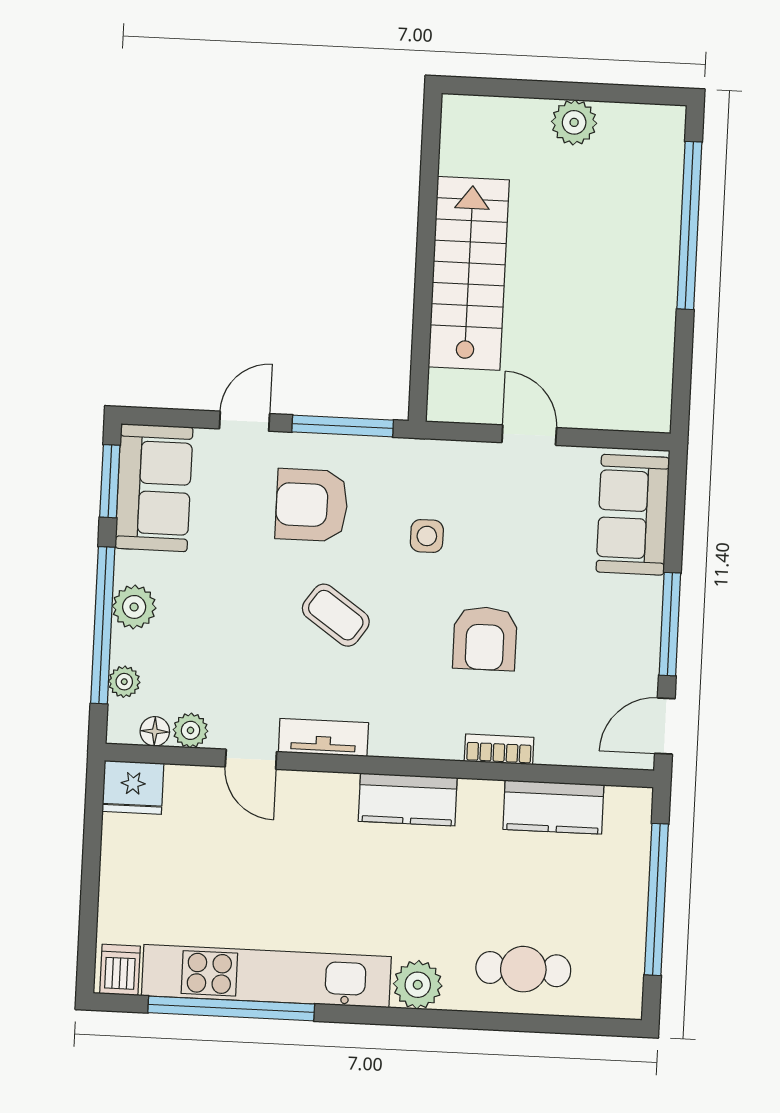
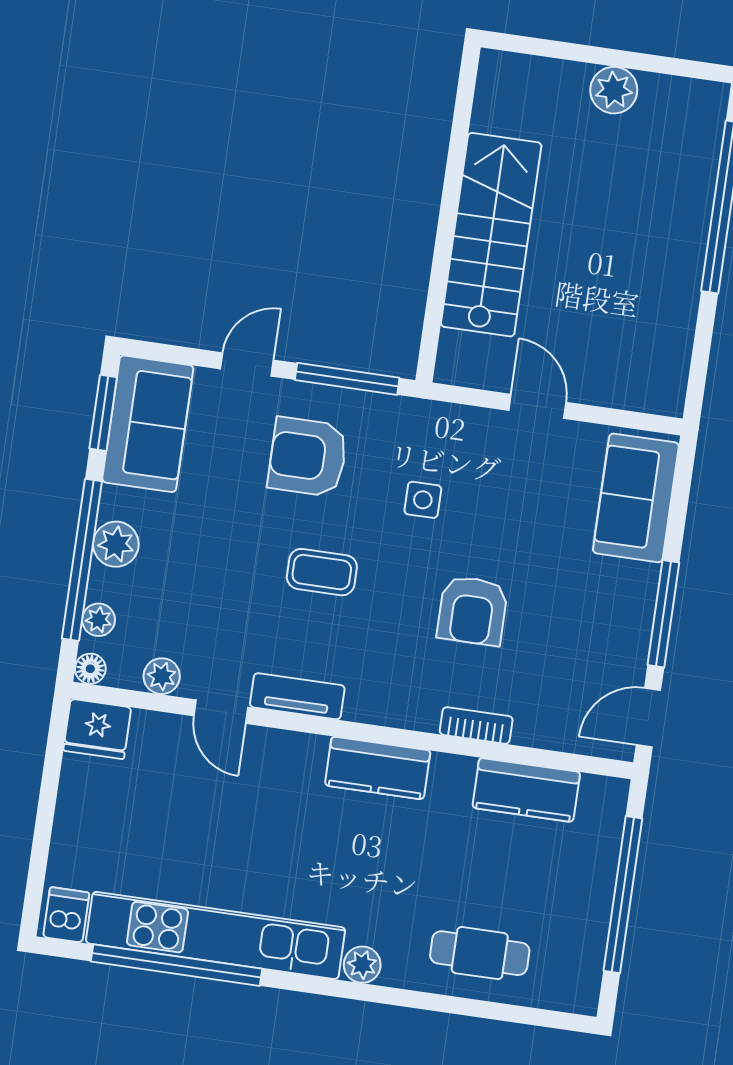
coffee table: (336, 615) -> (322, 572), turned -35
floor lamp: (155, 731) -> (90, 669), moved
plant: (418, 985) -> (362, 965), width x0.73, depth x0.73

